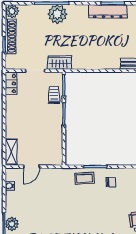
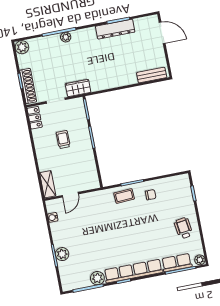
plant: (57, 14) -> (66, 37), width x0.53, depth x0.53
shoe rack: (11, 36) -> (28, 86), moved
trolley: (54, 95) -> (63, 140), moved

